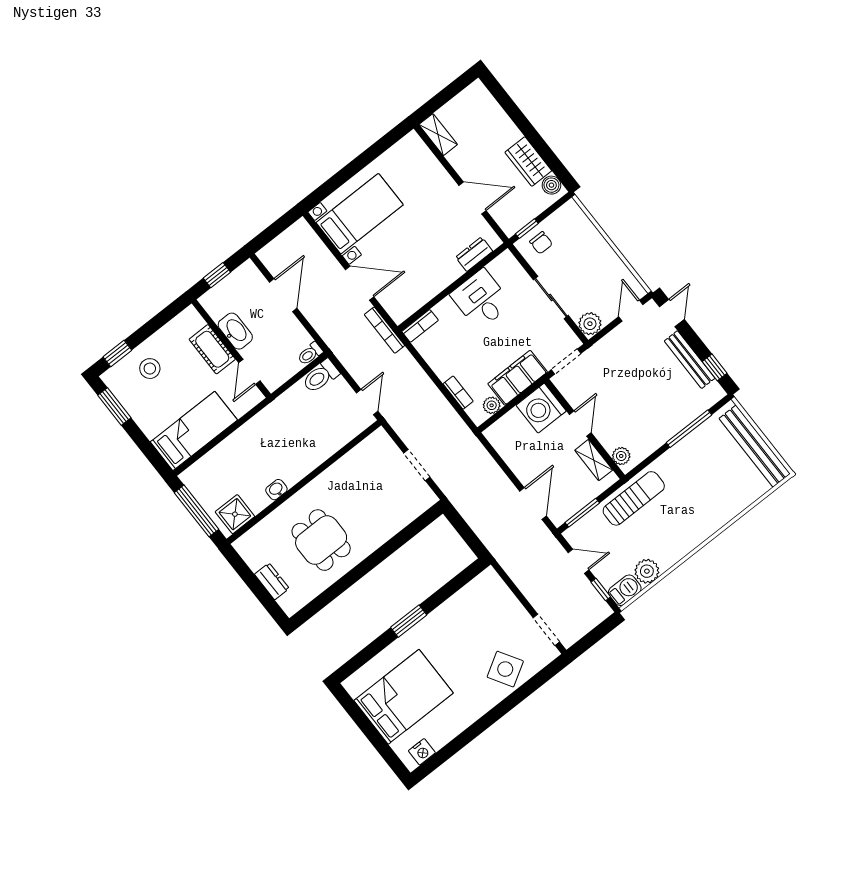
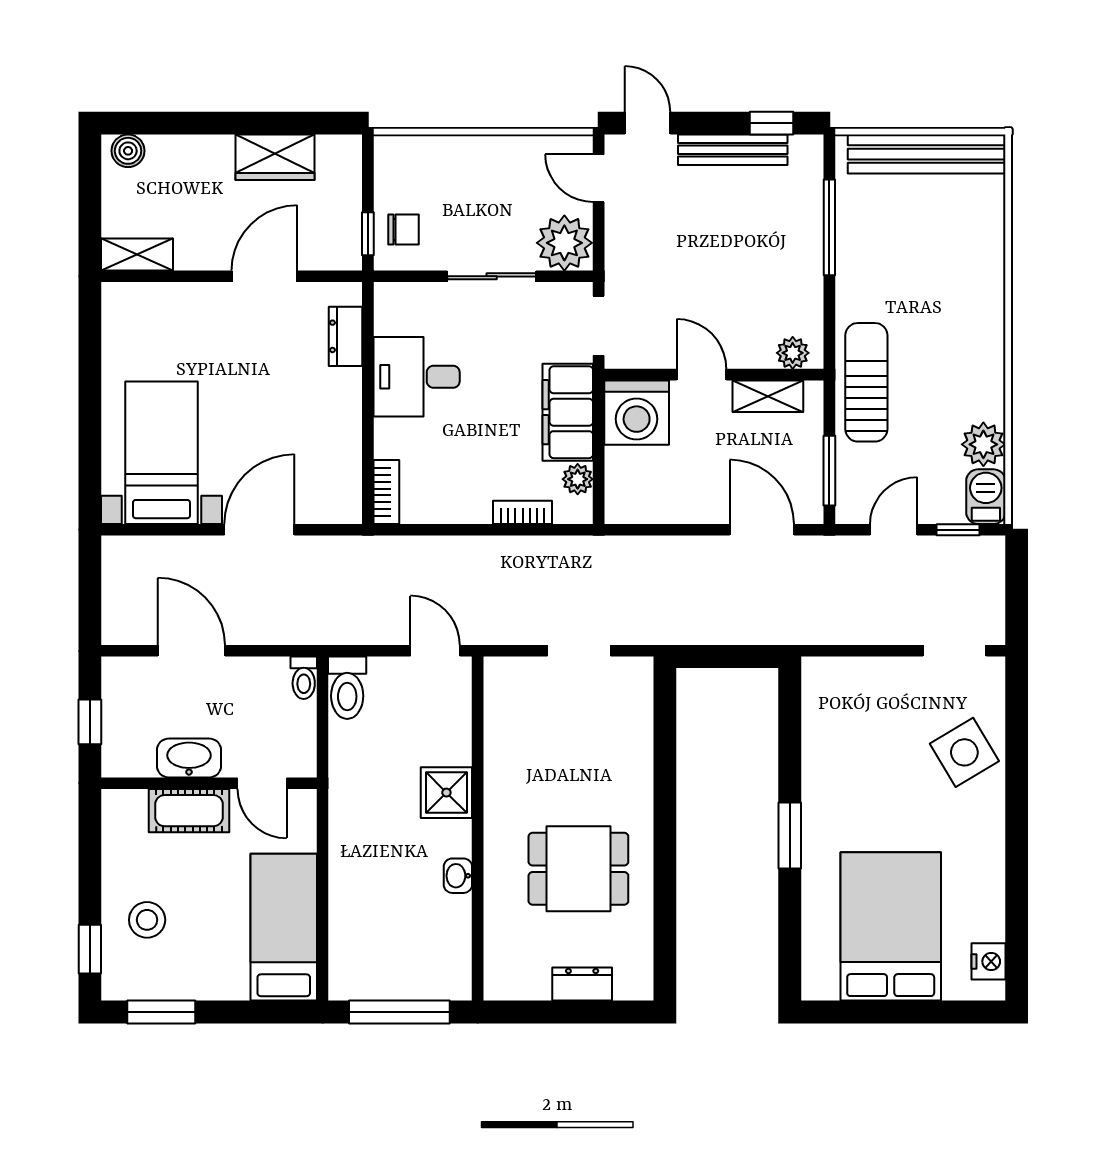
boiler: (551, 185) -> (128, 151), moved
plant: (590, 324) -> (564, 243), width x1.36, depth x1.36
bookcase: (384, 330) -> (353, 547), removed
shower: (235, 514) -> (446, 793), moved

